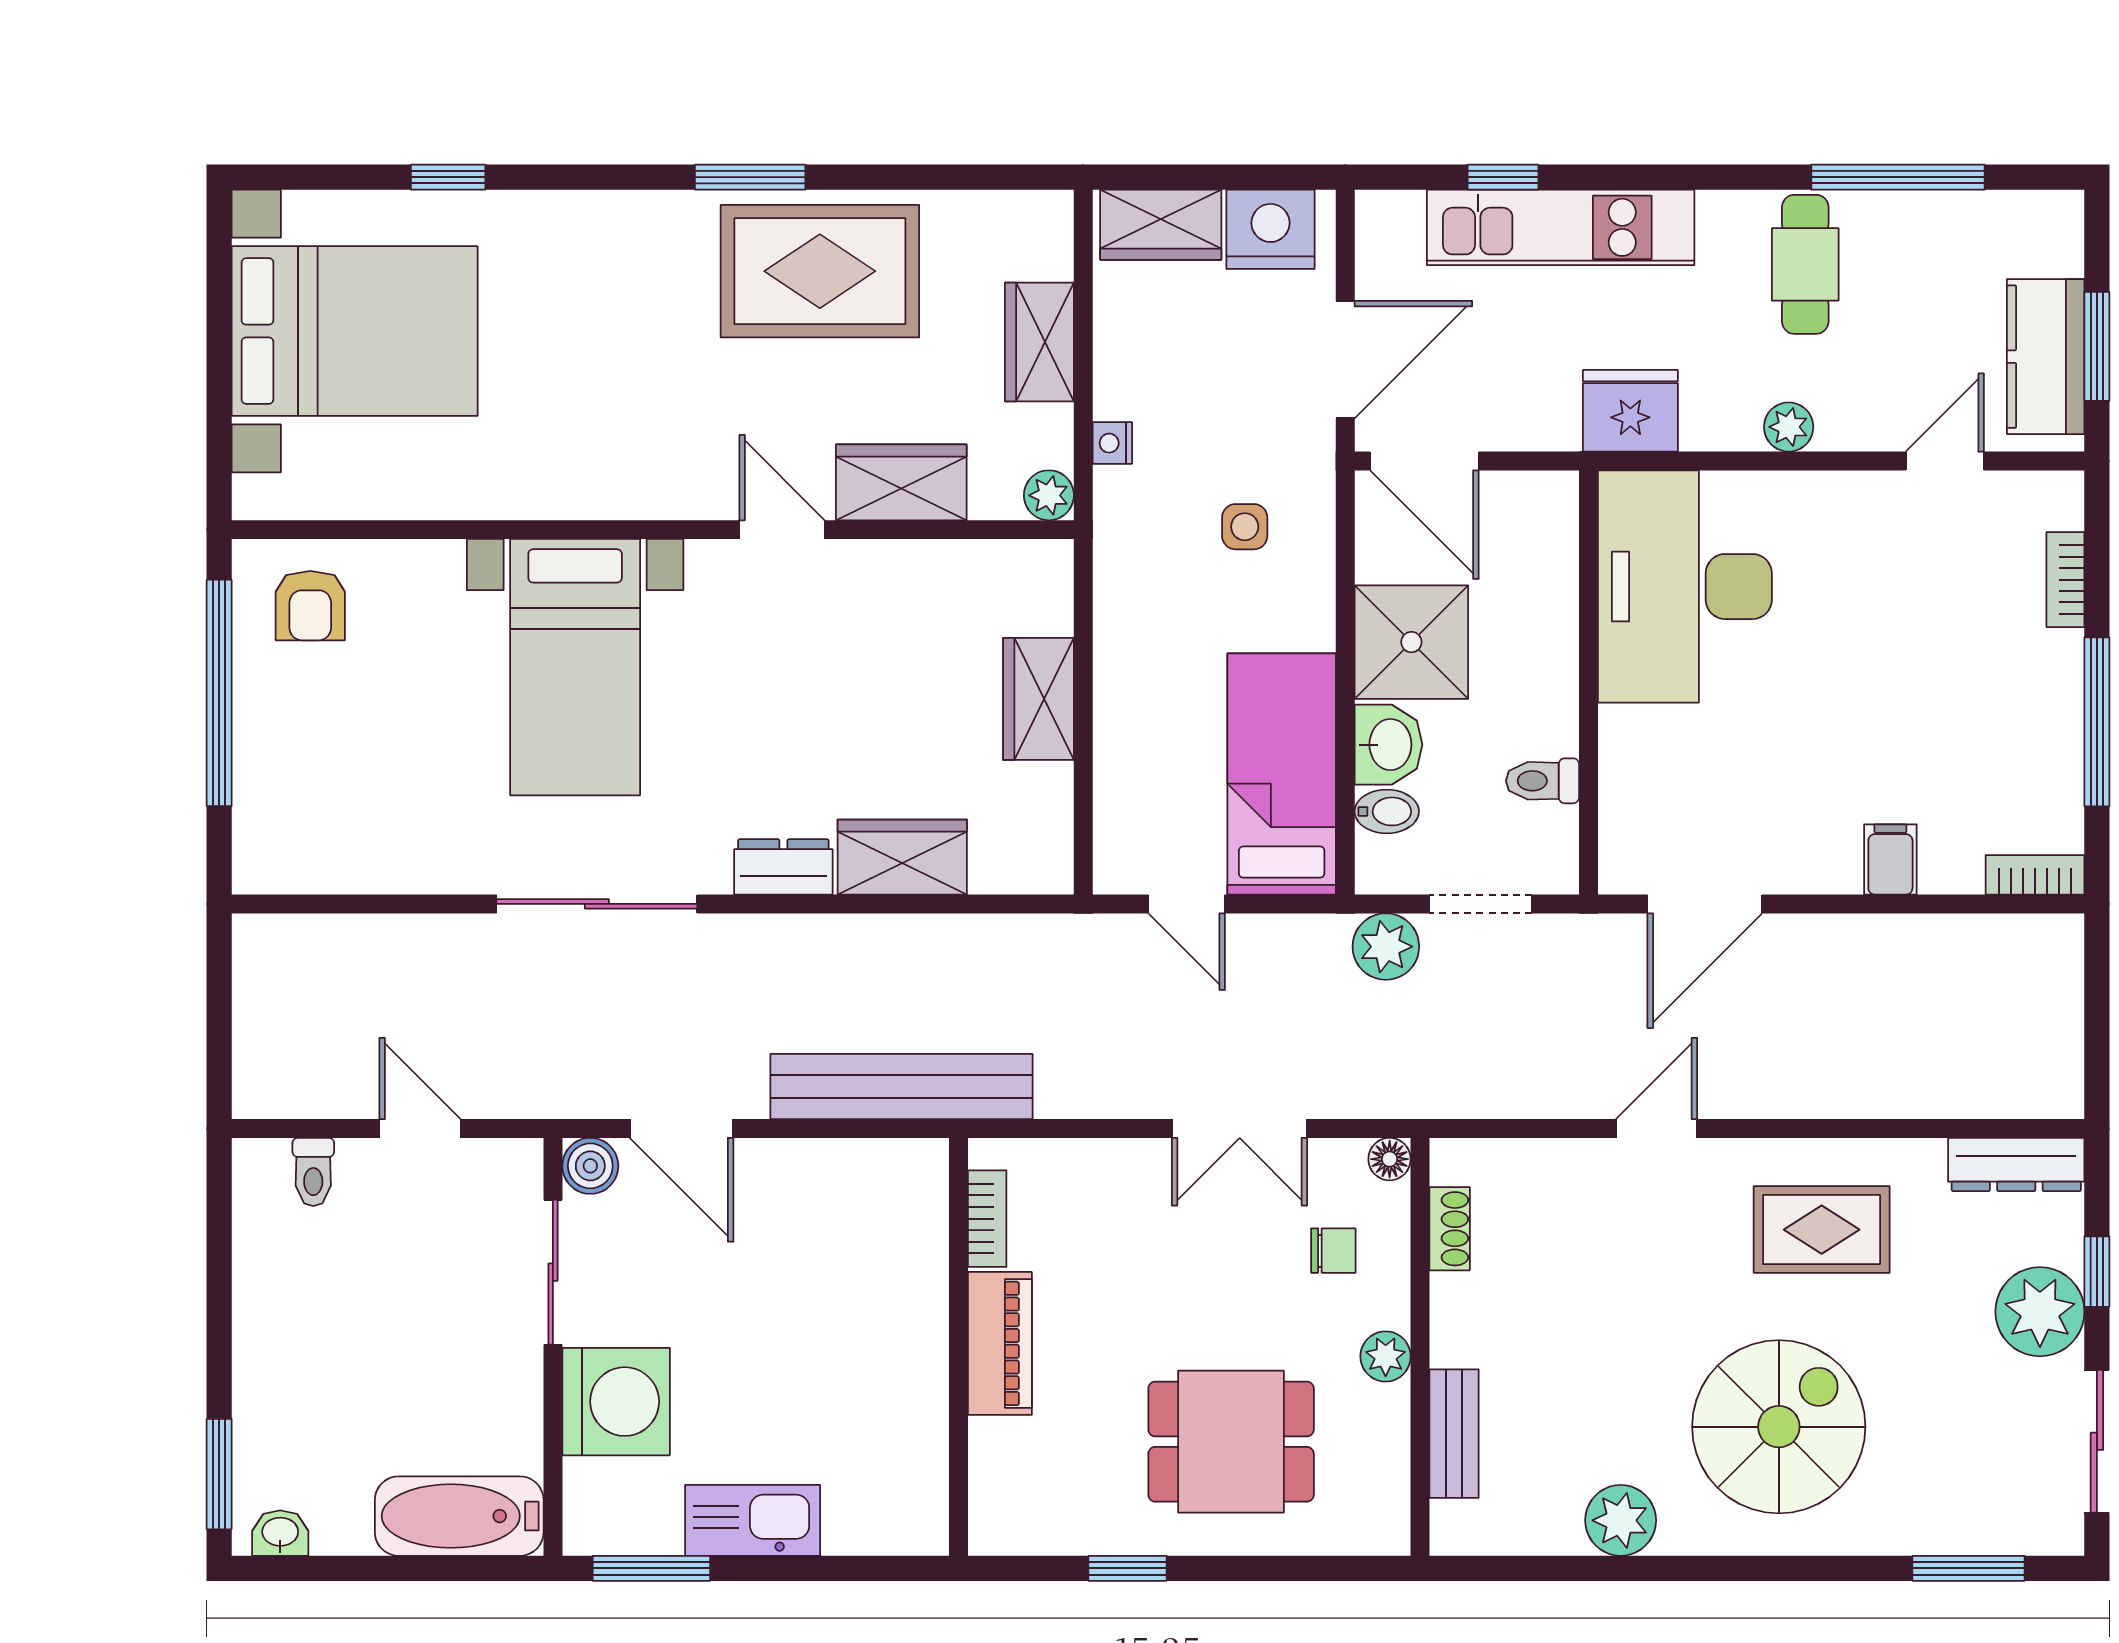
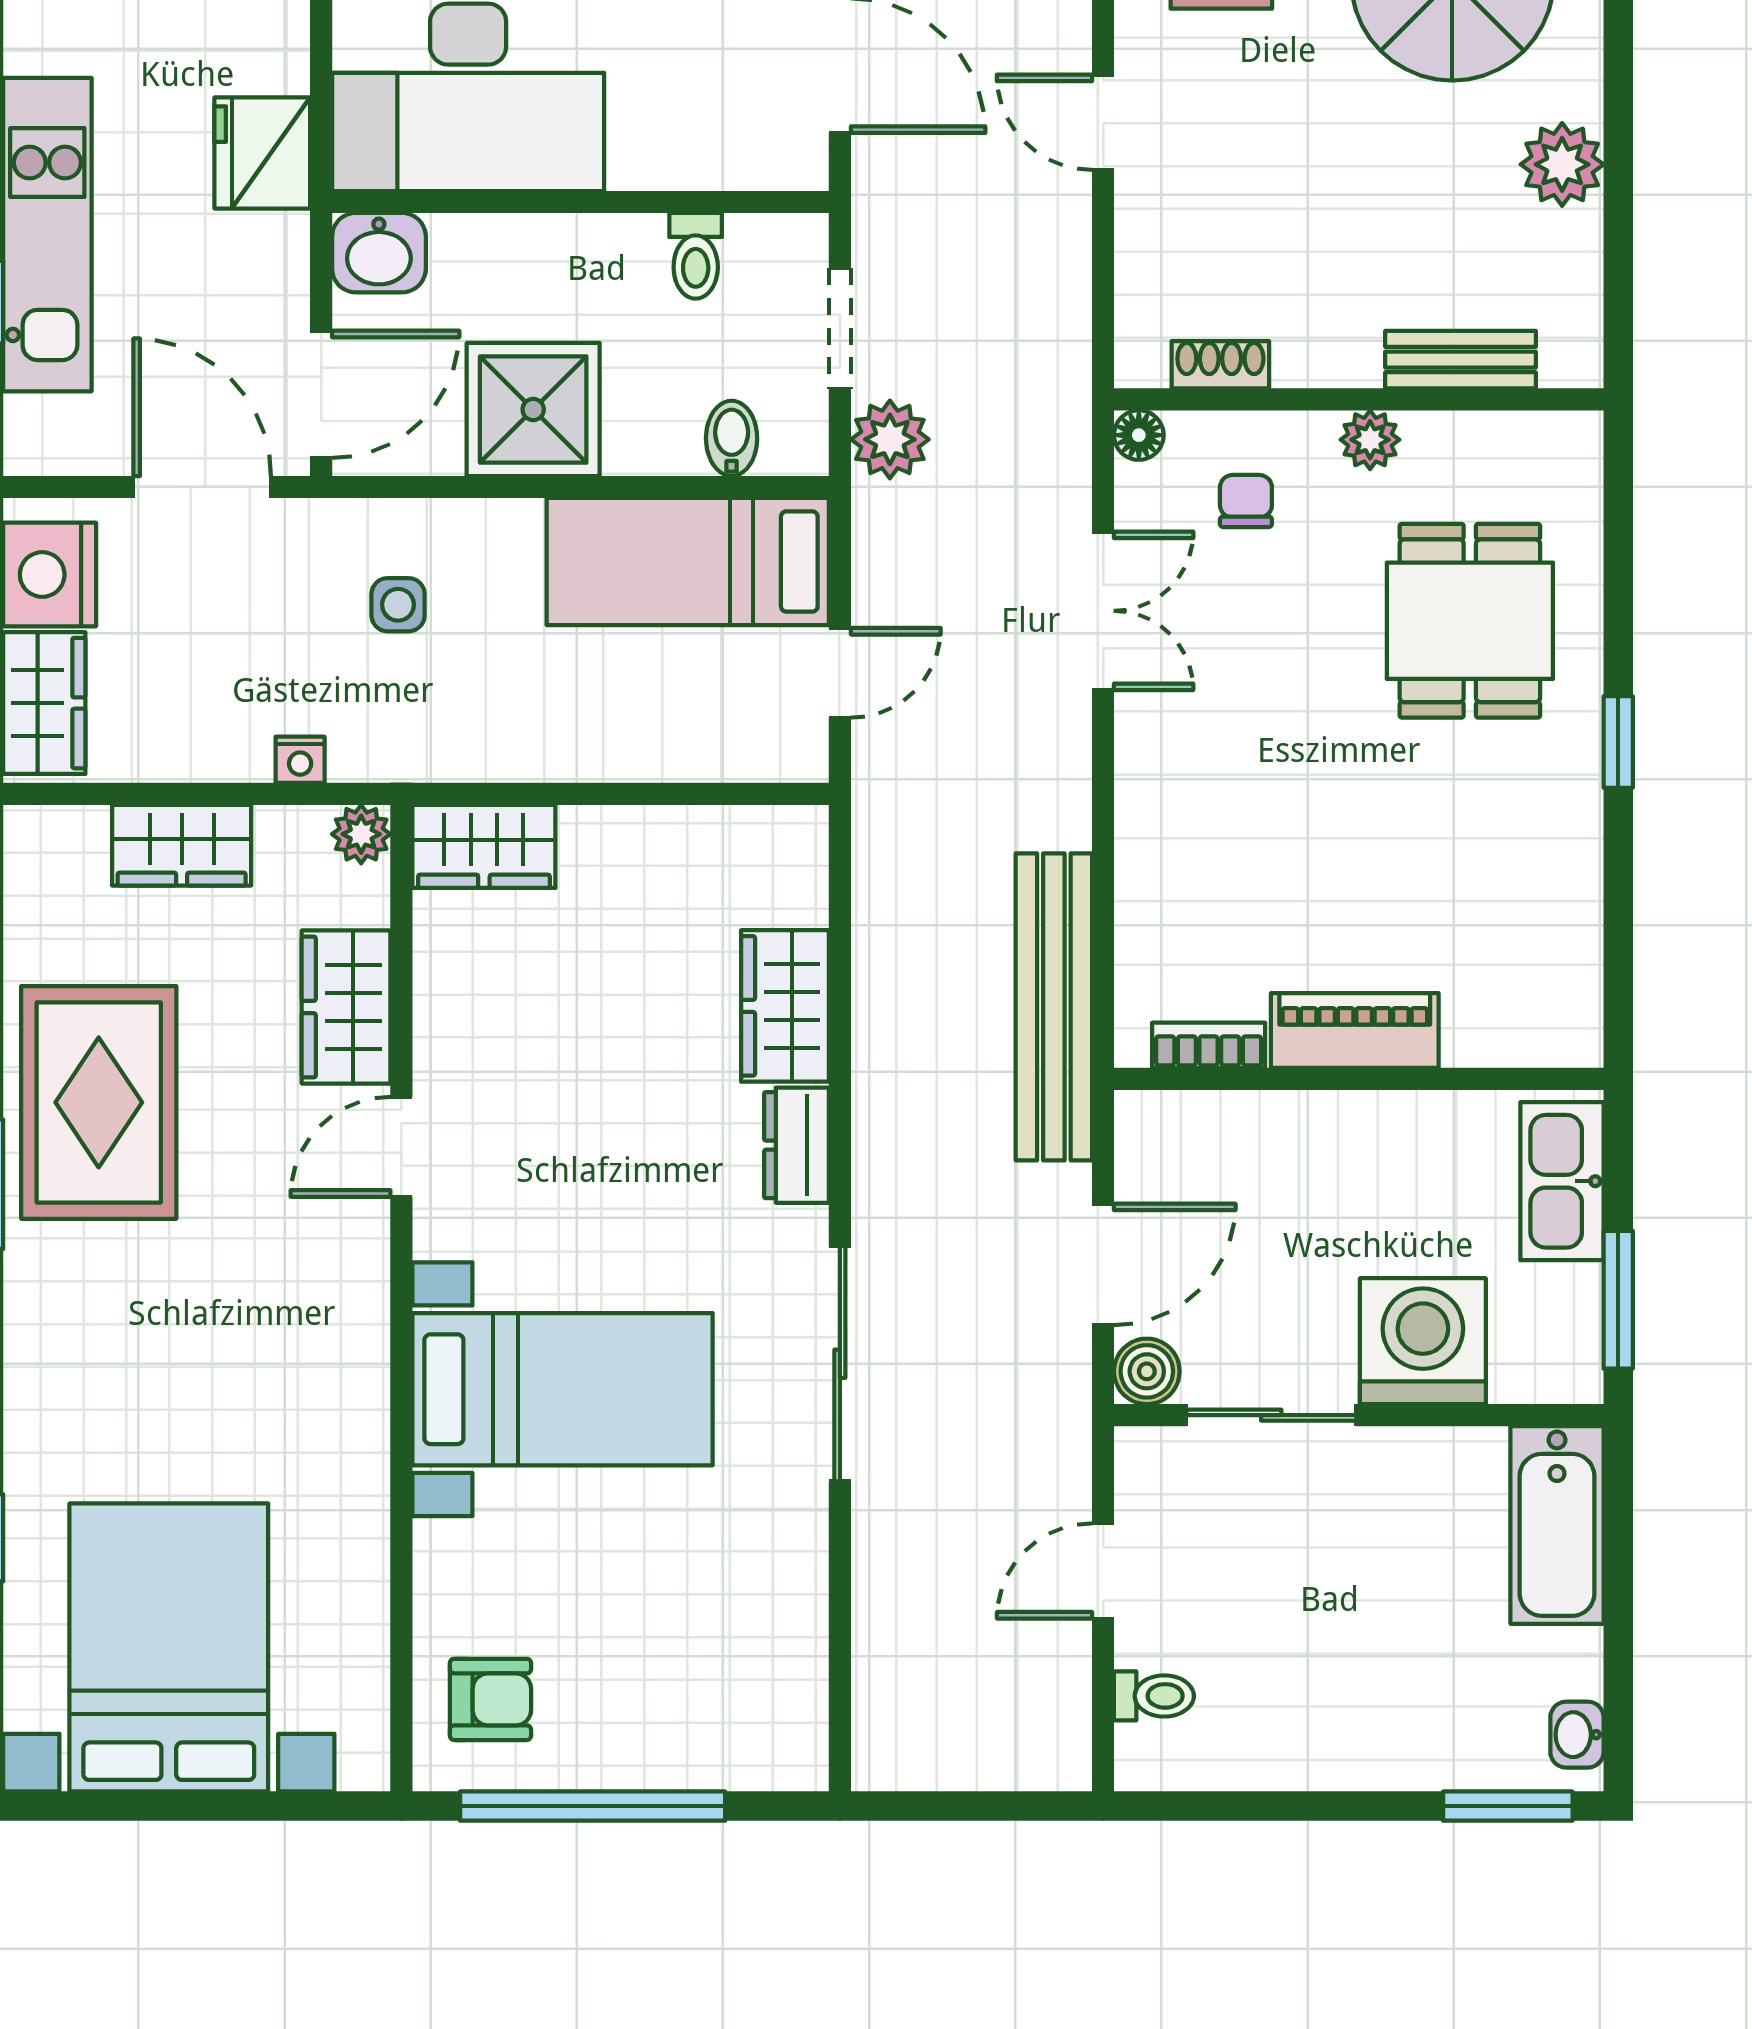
wardrobe: (1038, 699) -> (484, 846), moved
washbasin: (1388, 745) -> (379, 253), moved, turned 180
bookcase: (987, 1219) -> (1209, 1045), moved
piano: (1000, 1343) -> (1355, 1031), moved
wall: (958, 1347) -> (1359, 1079), moved

